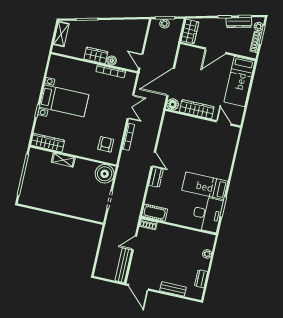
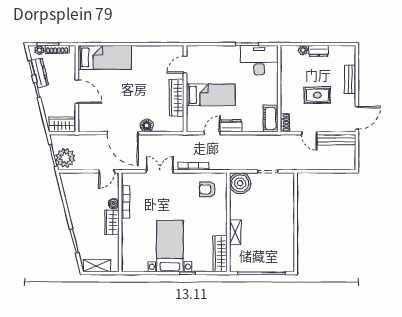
plant: (164, 24) -> (65, 158), width x1.87, depth x1.87
wardrobe: (197, 109) -> (177, 98), moved
wall: (203, 118) -> (185, 89), moved
door: (224, 123) -> (185, 65), moved
bed: (205, 186) -> (211, 95), moved, turned -90
rug: (166, 257) -> (317, 95), added
dresser: (201, 279) -> (319, 51), moved

